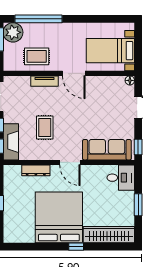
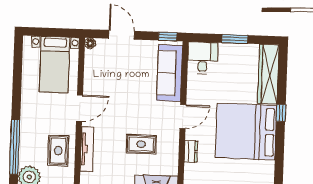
tv unit: (44, 81) -> (87, 149), width x1.41
dresser: (36, 170) -> (191, 151), width x0.70

